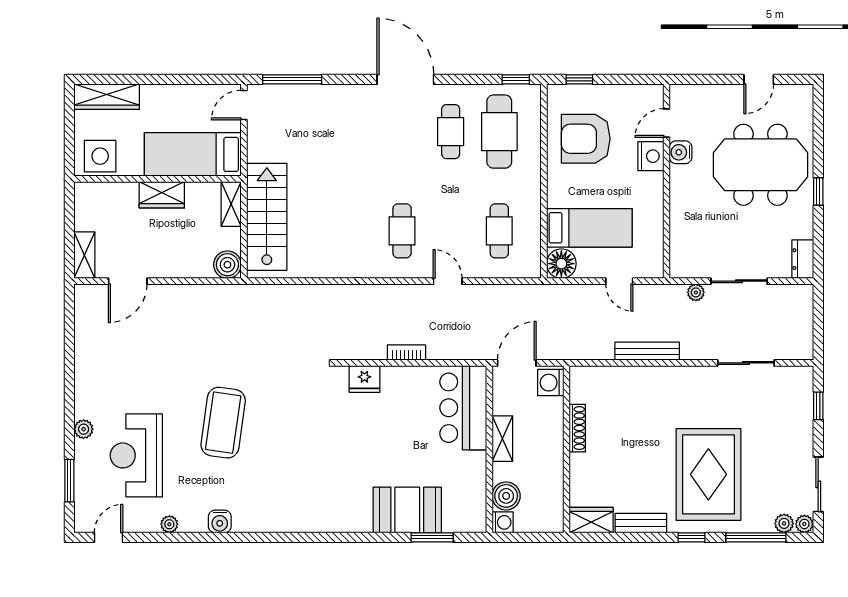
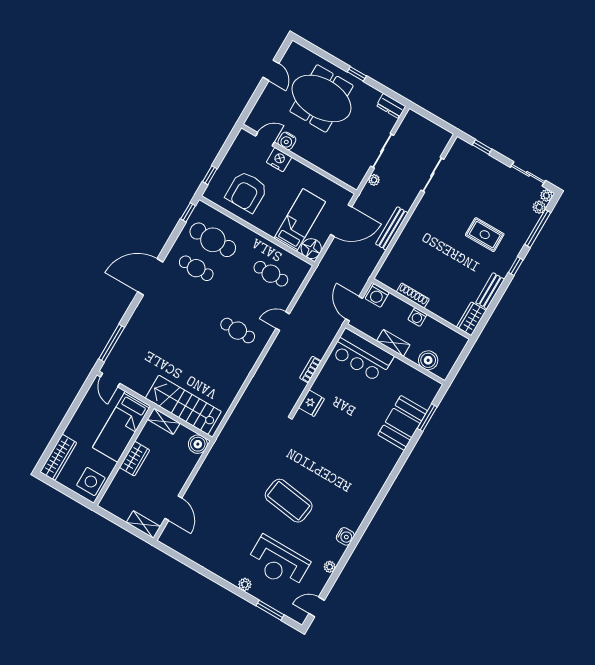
door: (666, 123) -> (265, 139), swing flipped
meeting table: (760, 165) -> (321, 98), turned 90
door: (619, 281) -> (341, 221), width x1.88
rug: (708, 474) -> (485, 235), width x0.54, depth x0.49
washing machine: (503, 522) -> (417, 317), moved, turned 180
door: (108, 537) -> (317, 607), hinge flipped

